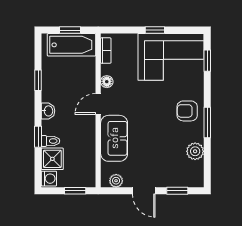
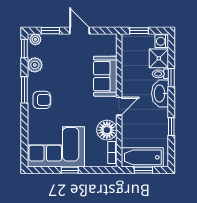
window: (207, 61) -> (24, 49), moved
floor lamp: (107, 82) -> (107, 130), width x1.89, depth x1.89
washbasin: (48, 111) -> (160, 93), width x1.91, depth x1.45
plant: (116, 181) -> (35, 39), moved

